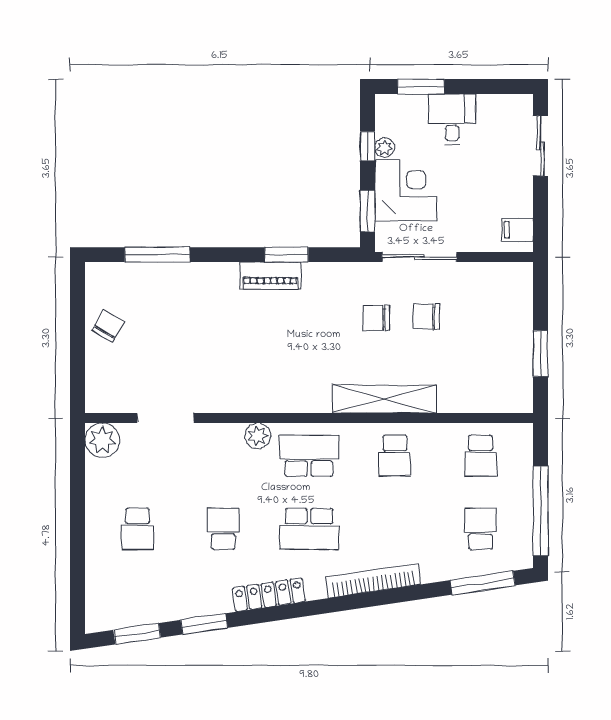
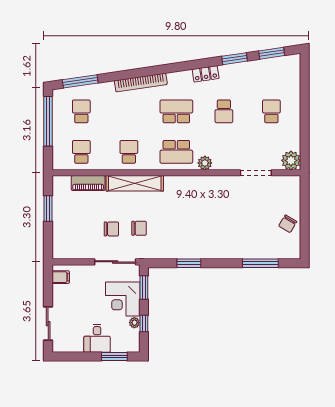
piano: (270, 276) -> (88, 183), moved, turned 180
school desk: (481, 529) -> (81, 111), turned 180
locker: (269, 595) -> (206, 74), width x0.66

